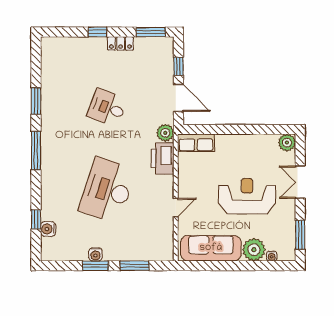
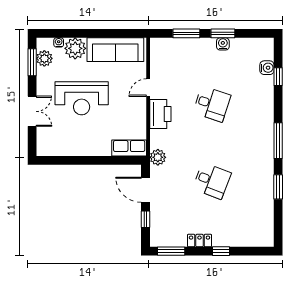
plant: (287, 143) -> (44, 58), moved
printer: (163, 158) -> (160, 114), moved
desk: (107, 190) -> (212, 104), width x0.53, depth x0.77

